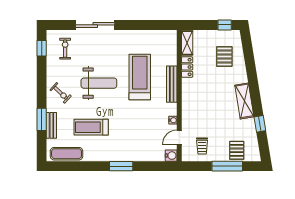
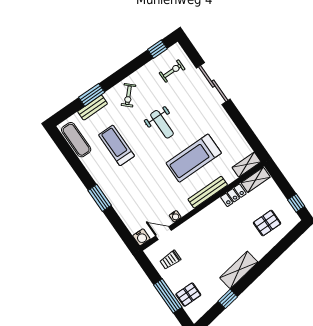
shelving: (171, 42) -> (246, 165), added
treadmill: (140, 77) -> (194, 158), turned 180
weight bench: (99, 83) -> (162, 124), width x0.73, depth x0.75

